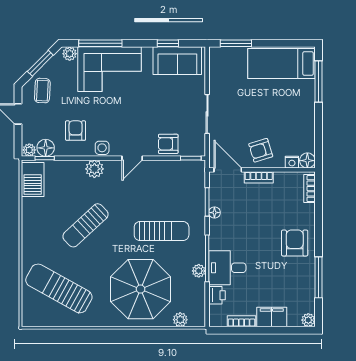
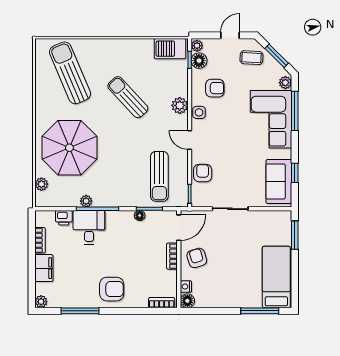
sun lounger: (162, 231) -> (159, 176), moved
sun lounger: (59, 288) -> (70, 73), turned -52

